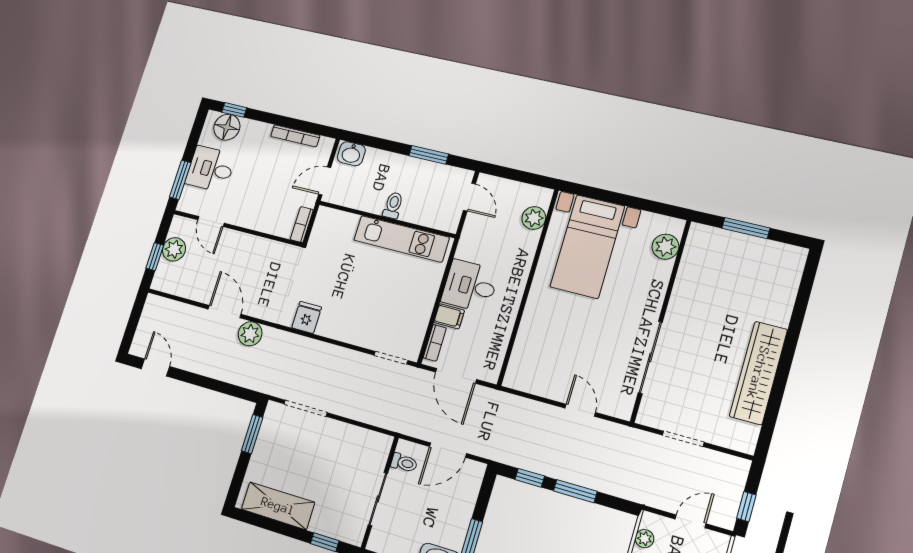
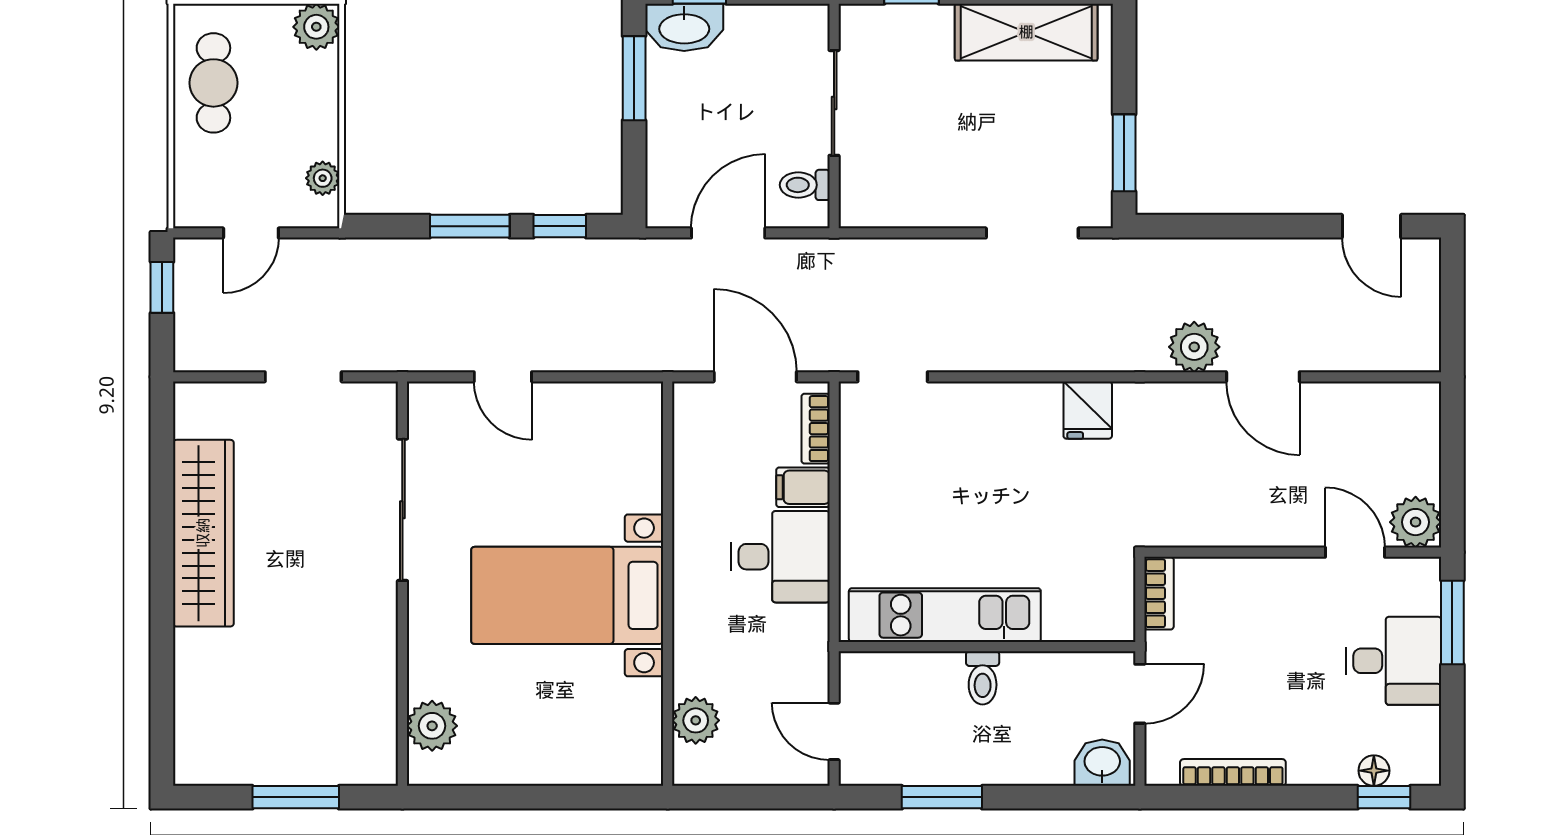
floor lamp: (227, 127) -> (1374, 771), width x0.53, depth x0.53
bed with nightstands: (587, 246) -> (567, 595), moved, turned -90
plant: (174, 249) -> (1416, 522), moved
window: (155, 257) -> (1452, 450), removed

